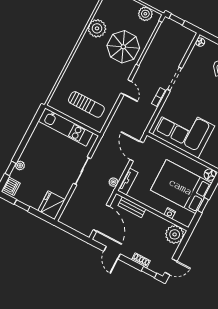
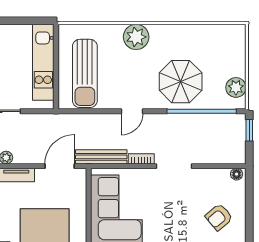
plant: (97, 28) -> (136, 37), moved
sun lounger: (86, 104) -> (85, 73), width x1.36, depth x1.34
bench: (145, 122) -> (101, 157), added

